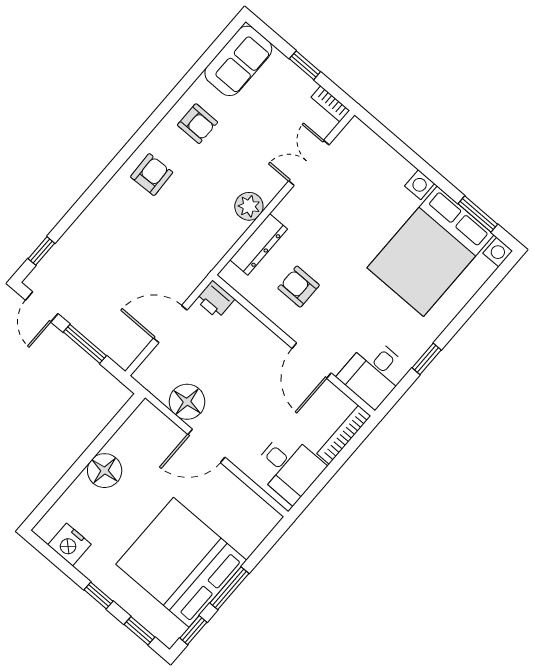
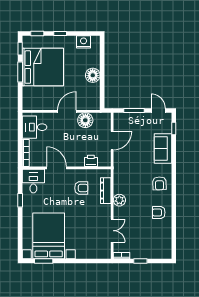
sofa: (238, 61) -> (163, 148), moved
printer: (215, 299) -> (91, 161), moved

